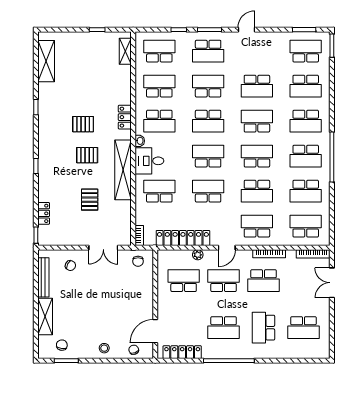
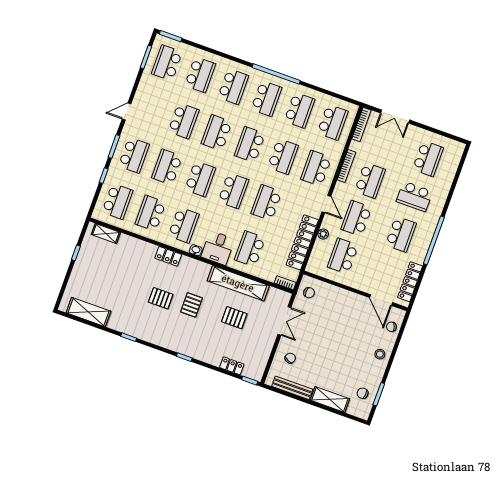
door: (246, 30) -> (127, 112), hinge flipped
school desk: (159, 51) -> (117, 201), turned 180
pallet: (83, 124) -> (161, 298), turned 90
school desk: (208, 156) -> (233, 191), turned 180
shelving: (123, 170) -> (238, 283), moved
school desk: (306, 226) -> (333, 122), turned 180

